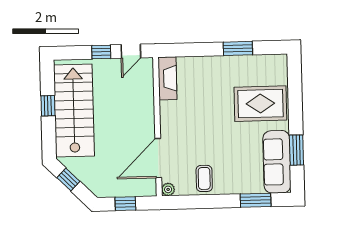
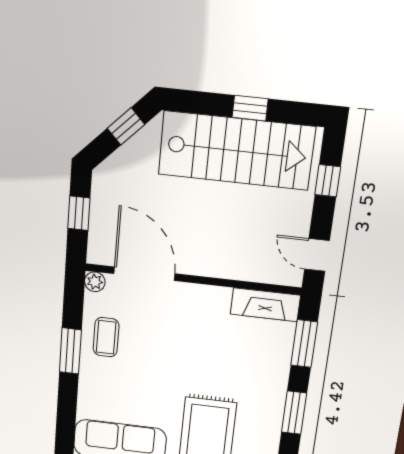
window: (190, 50) -> (304, 344), added
window: (101, 52) -> (328, 181), moved
coffee table: (204, 178) -> (106, 337), turned 90
window: (256, 200) -> (70, 351), moved

